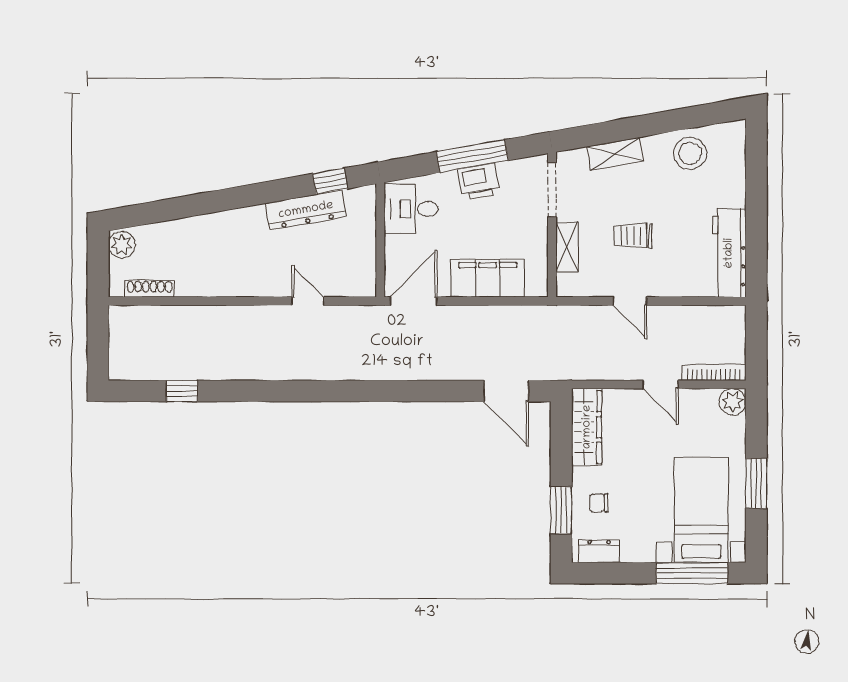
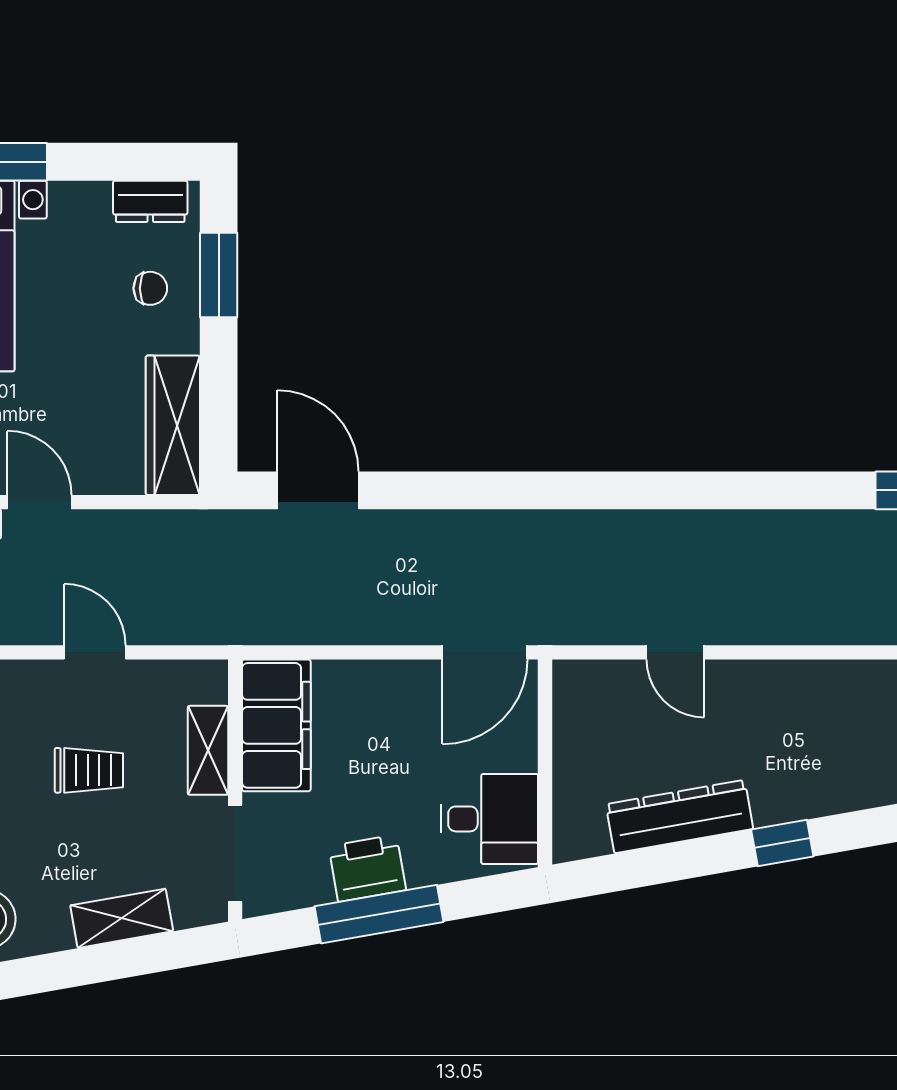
window: (330, 181) -> (782, 843), moved
filing cabinet: (488, 278) -> (276, 725), moved, turned -90

